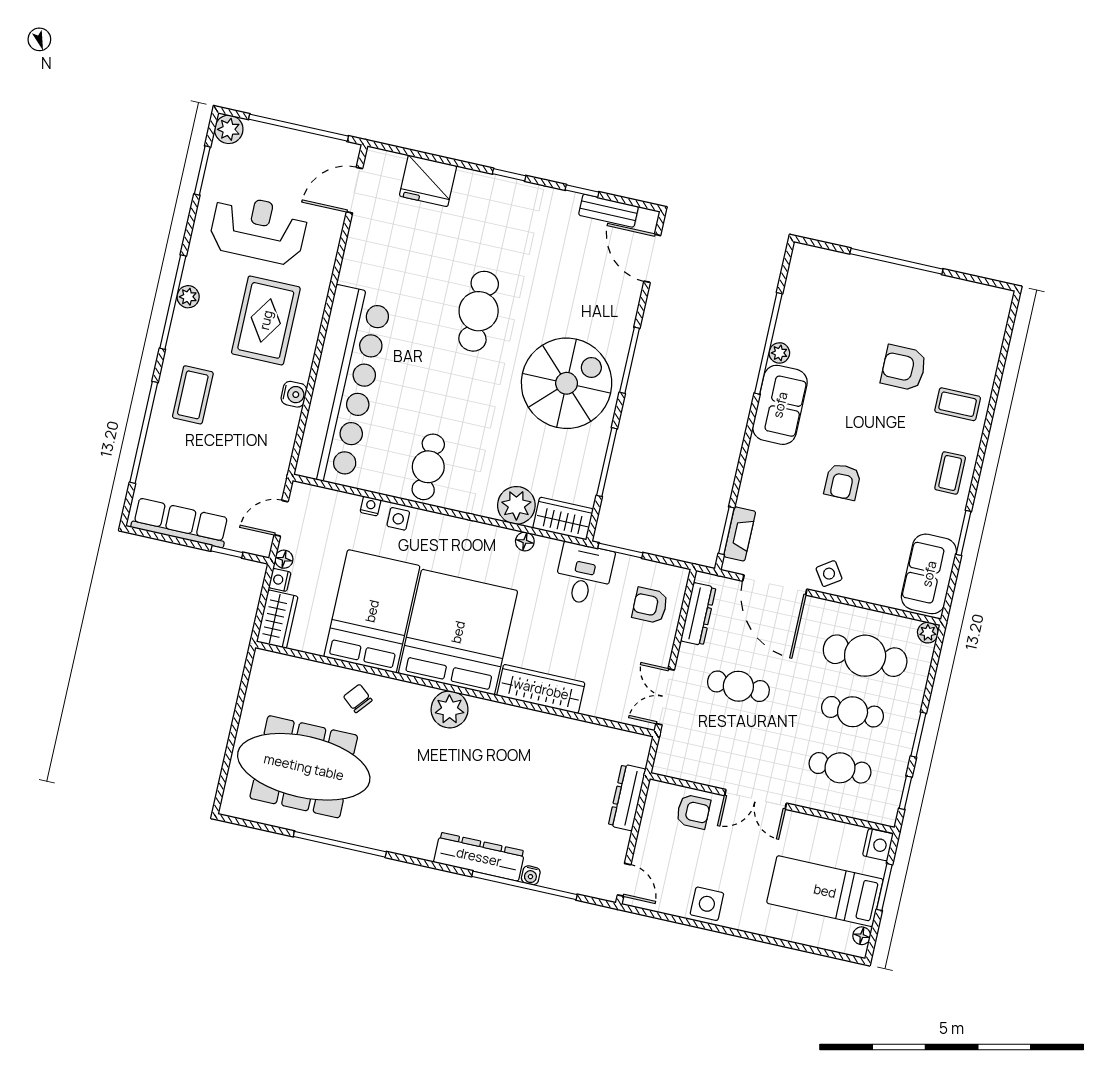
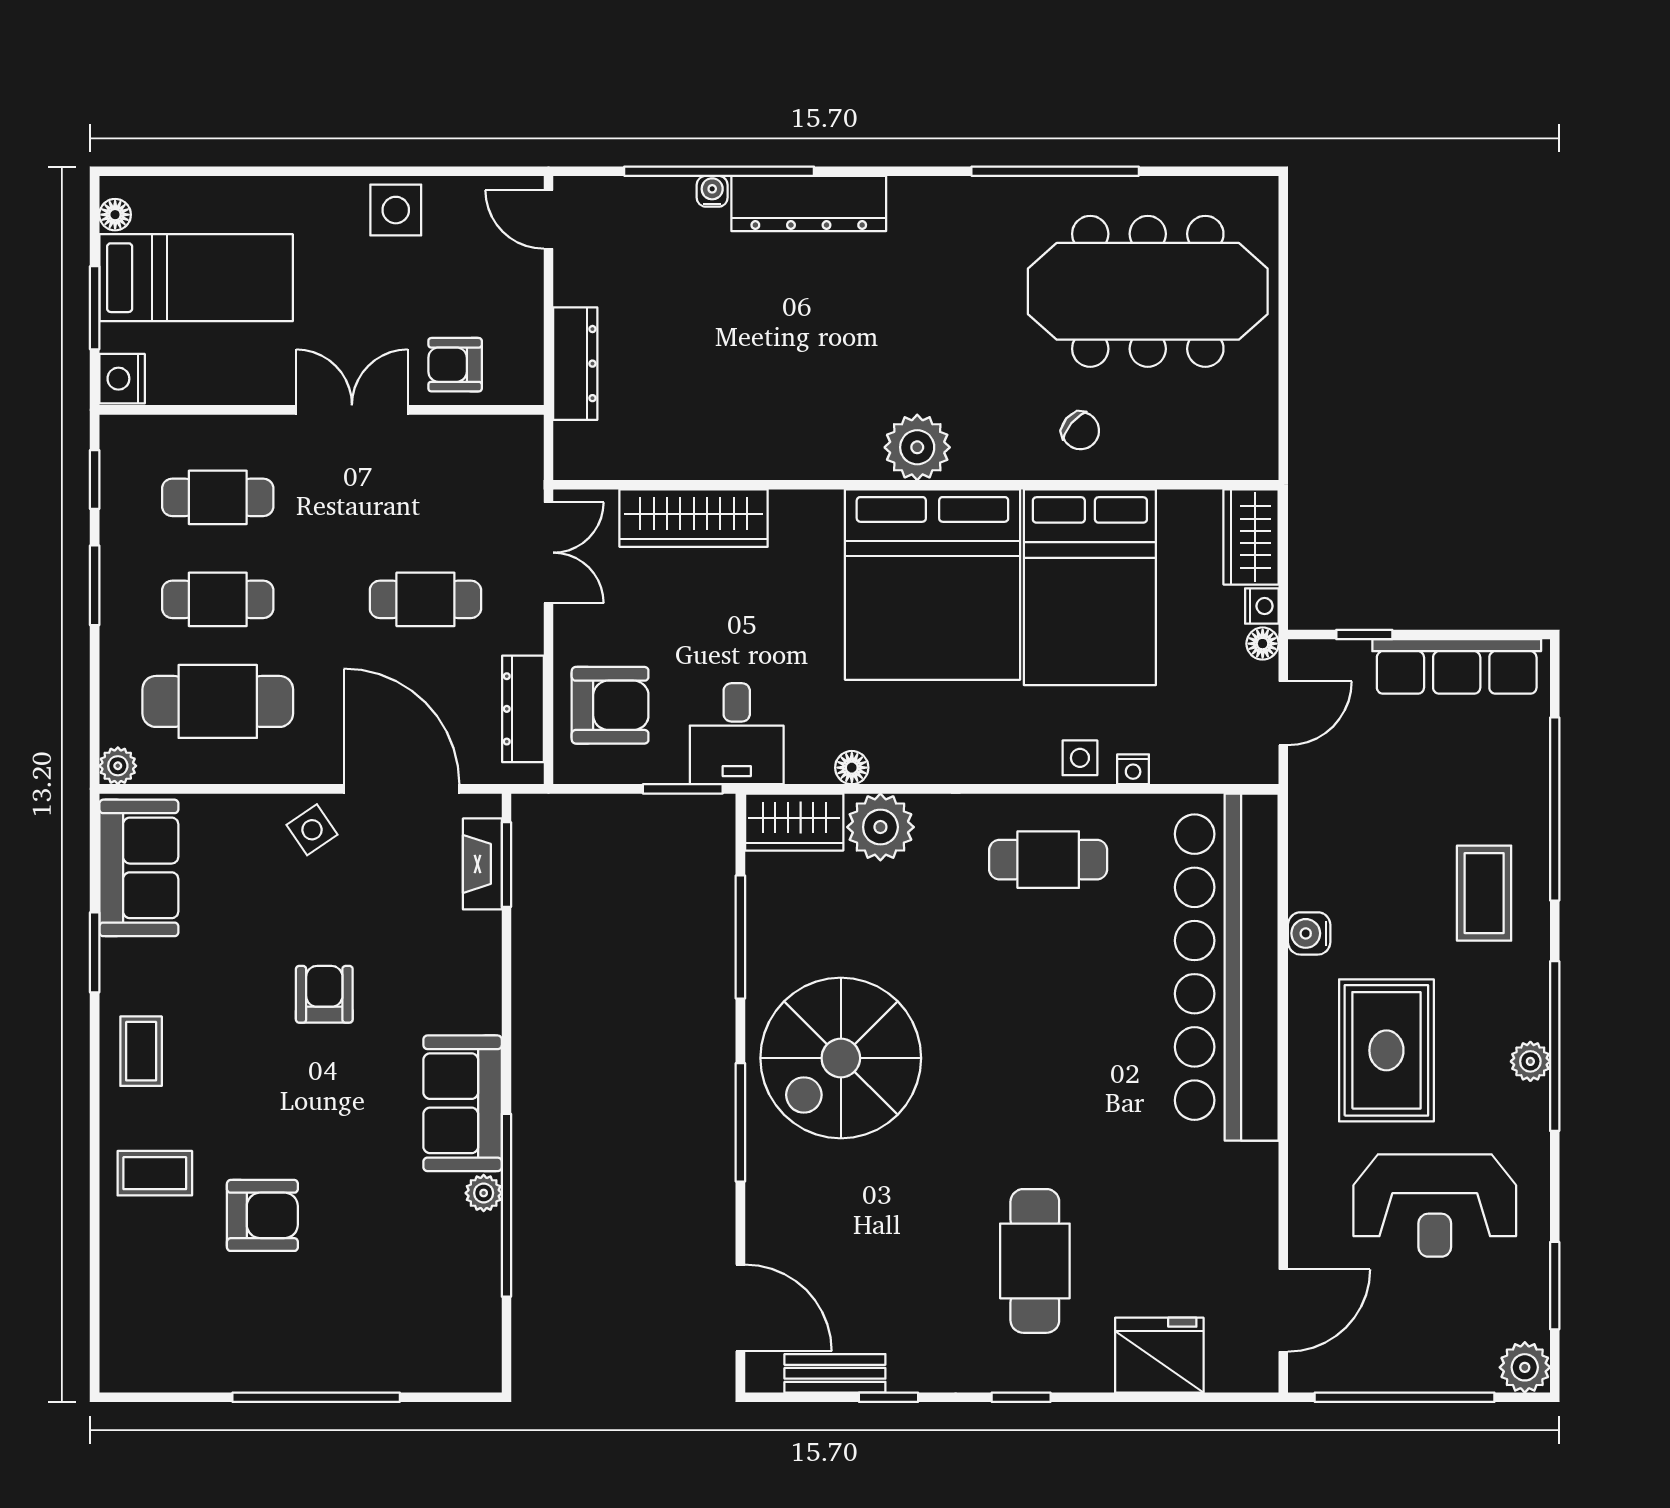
cafe table: (479, 311) -> (1035, 1261), moved
cafe table: (428, 467) -> (1048, 860), turned 90
armchair: (650, 605) -> (610, 705), width x1.38, depth x1.38
wardrobe: (541, 689) -> (694, 518), moved

